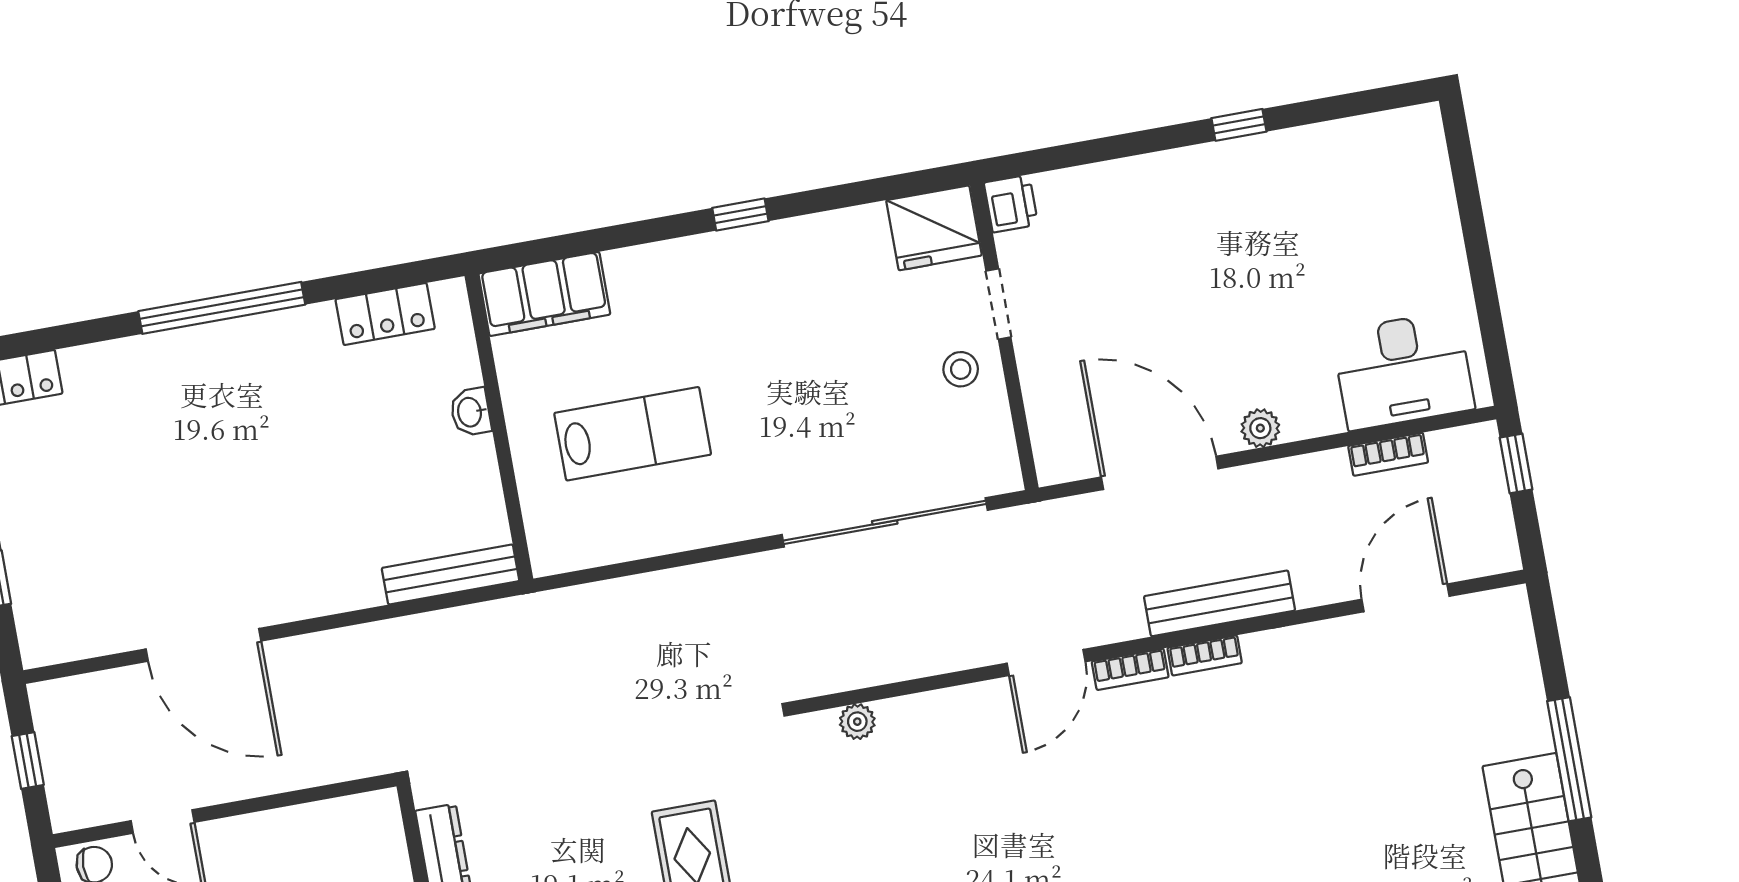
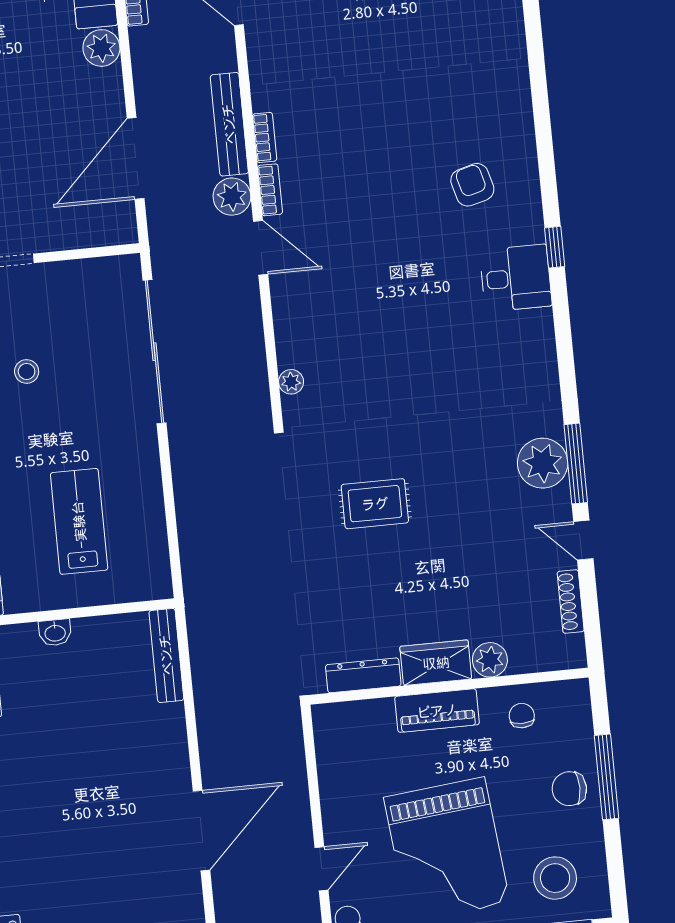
stool: (961, 369) -> (27, 371), moved
plant: (1260, 428) -> (101, 48), moved, width x1.38, depth x1.38
plant: (1116, 615) -> (232, 197), added

